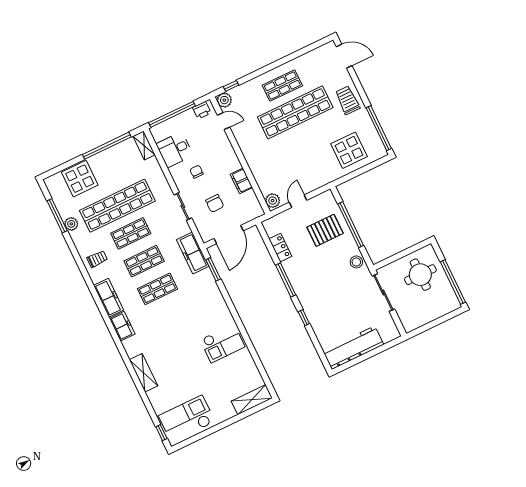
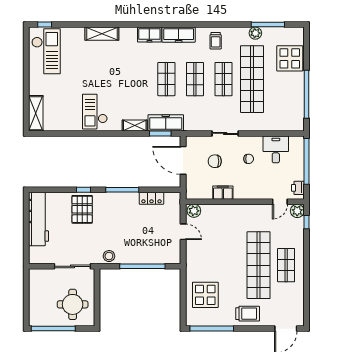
shelving: (144, 145) -> (135, 126), moved
pallet: (325, 230) -> (82, 209), moved
freezer: (193, 253) -> (166, 123), moved

